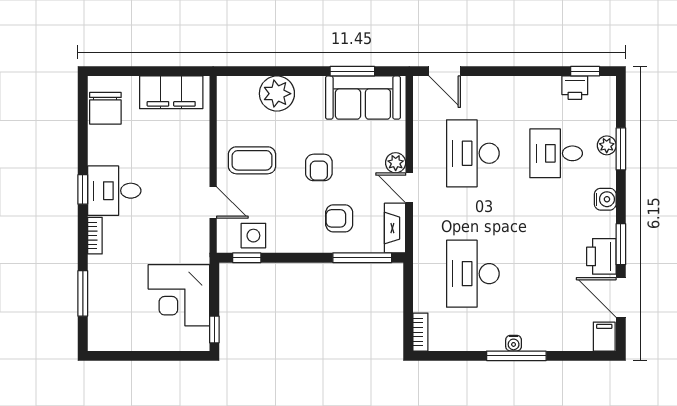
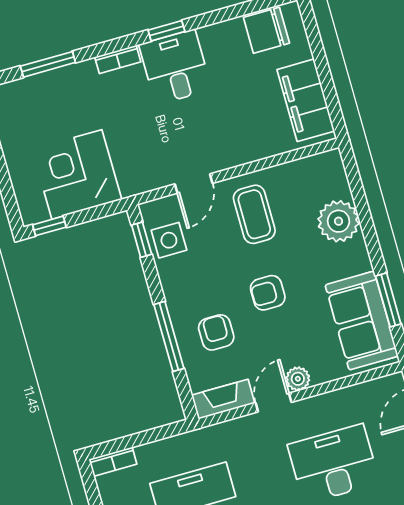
window: (362, 258) -> (169, 336), moved

